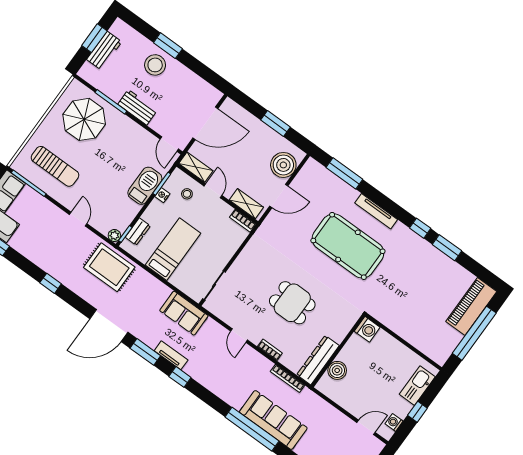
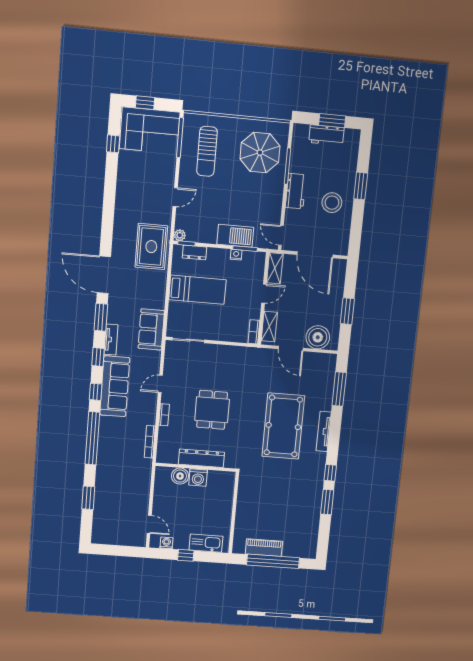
stool: (155, 65) -> (332, 203), moved
door: (169, 144) -> (281, 235), hinge flipped
stool: (187, 194) -> (249, 274), removed
window: (51, 283) -> (96, 392), moved
piano: (471, 307) -> (264, 548), moved, width x0.73, depth x0.75
washing machine: (367, 329) -> (198, 478), moved
dresser: (318, 360) -> (201, 458), moved
sofa: (273, 420) -> (115, 386), moved

